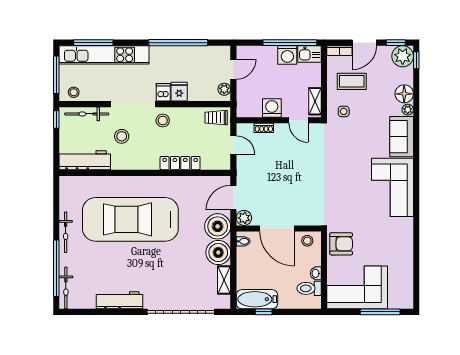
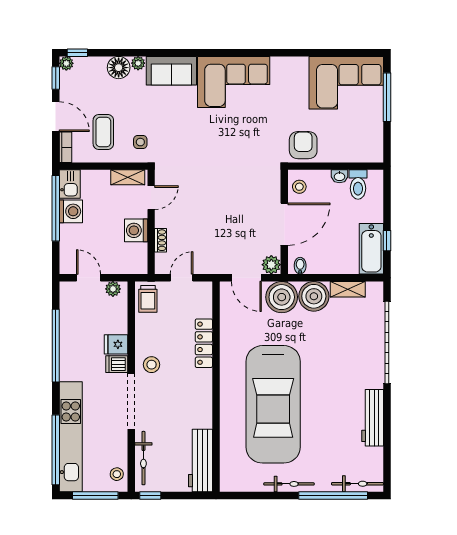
window: (93, 43) -> (56, 450), width x1.46
plant: (403, 56) -> (66, 63), width x0.53, depth x0.53
stool: (122, 136) -> (171, 415), removed
corner sofa: (357, 287) -> (346, 83), moved, turned -90

